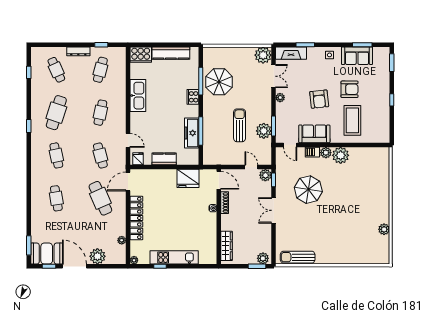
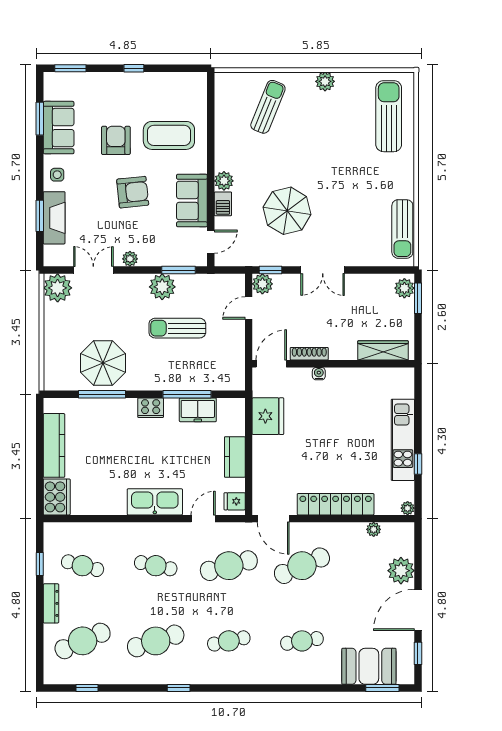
fireplace: (291, 53) -> (54, 218), moved
cafe table: (56, 70) -> (83, 641), width x1.37, depth x1.35
kitchen sink: (138, 96) -> (155, 502), moved
cooker: (193, 97) -> (151, 408), moved
cafe table: (56, 113) -> (156, 641), turned -36
plant: (264, 131) -> (162, 287), moved
freezer: (192, 133) -> (198, 410), width x0.71
cafe table: (100, 155) -> (229, 566), width x1.37, depth x1.35
plant: (341, 155) -> (229, 156), removed
sun lounger: (369, 178) -> (268, 107), added
plant: (384, 229) -> (325, 81), moved
sun lounger: (364, 249) -> (389, 116), added
booth: (47, 254) -> (369, 666), moved, turned 90

